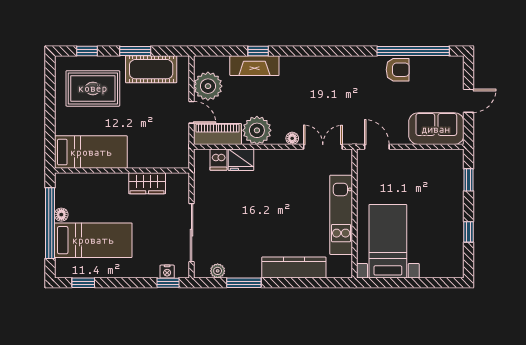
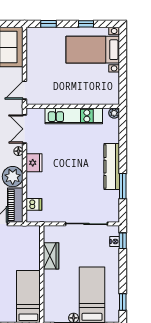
fridge: (241, 160) -> (34, 163), moved
bed with nightstands: (388, 241) -> (93, 50), moved
kitchen counter: (294, 268) -> (112, 167), moved
plant: (218, 271) -> (114, 113), moved

